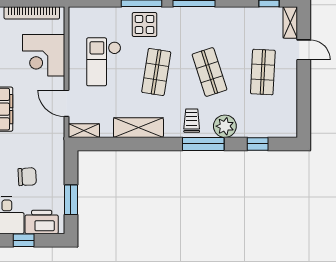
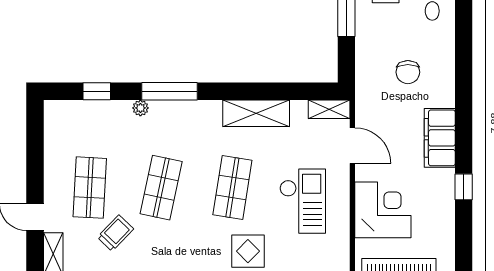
shop shelf: (210, 72) -> (161, 188), turned 30
trolley: (192, 121) -> (115, 233), moved, turned -136
plant: (225, 126) -> (140, 108), width x0.53, depth x0.53
chair: (27, 177) -> (408, 72), moved, turned -87

